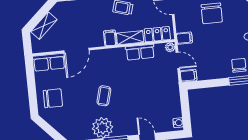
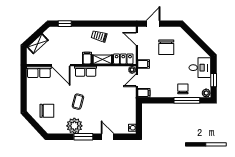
door: (76, 50) -> (61, 65), hinge flipped
row of seats: (140, 52) -> (86, 71), moved
door: (178, 60) -> (137, 80), swing flipped
chair: (53, 98) -> (47, 111), moved

